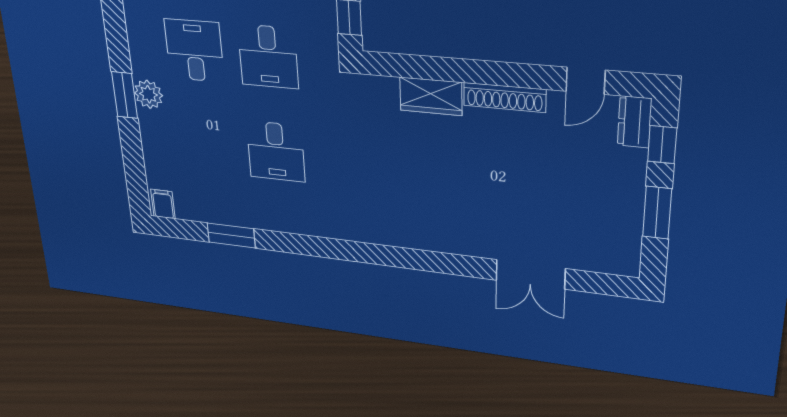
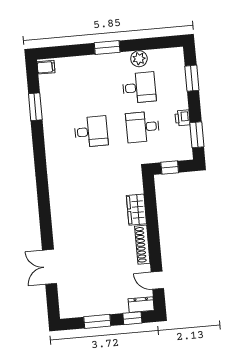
plant: (148, 94) -> (139, 59), moved
desk: (276, 151) -> (91, 132), turned 180

